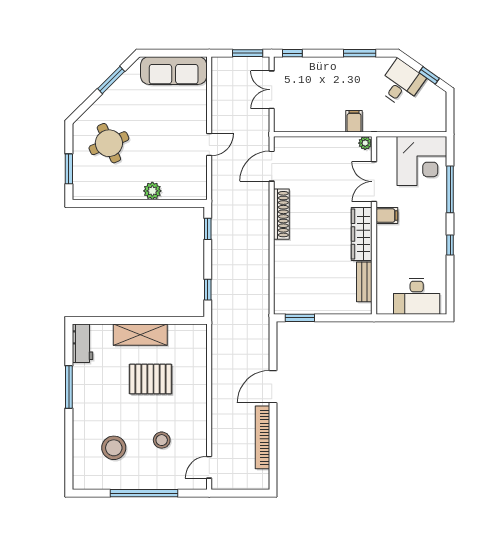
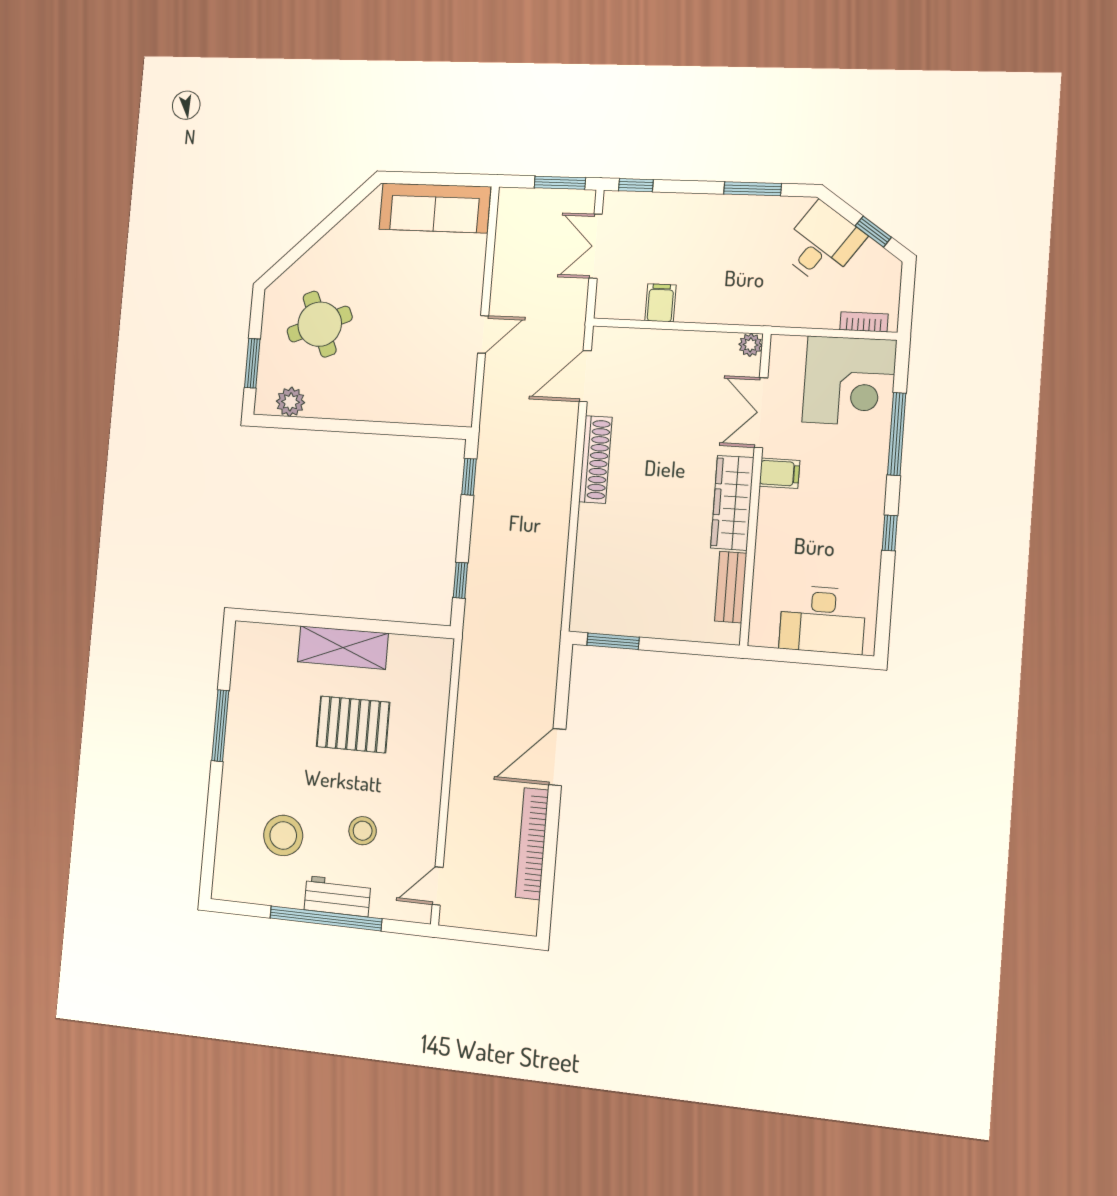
window: (111, 80) -> (332, 220), removed
filing cabinet: (354, 121) -> (660, 303), moved
bookcase: (428, 127) -> (864, 322), added
plant: (152, 191) -> (291, 402), moved
workbench: (82, 343) -> (337, 896), moved, turned -90

